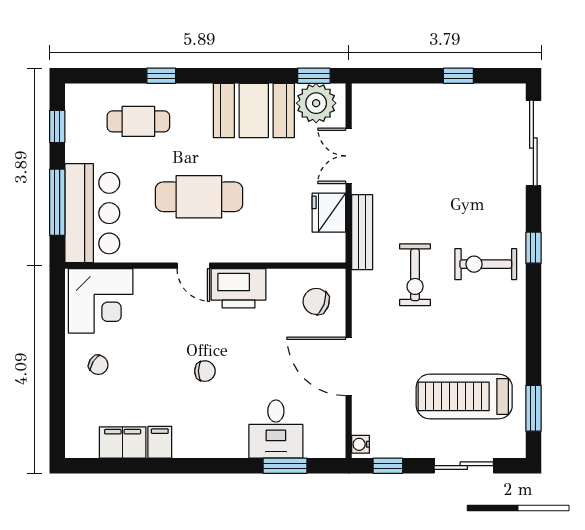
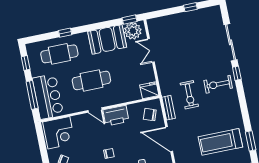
cafe table: (138, 121) -> (59, 54), width x1.37, depth x1.35
sliding door: (533, 143) -> (231, 42), moved
fridge: (329, 213) -> (149, 90), moved, turned 90
bench: (362, 232) -> (169, 108), moved, width x0.73

